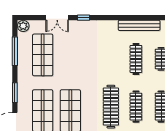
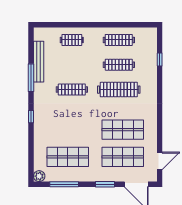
double door: (57, 18) -> (31, 143), removed
window: (123, 18) -> (31, 78), added
clothes rail: (136, 59) -> (72, 90), moved

